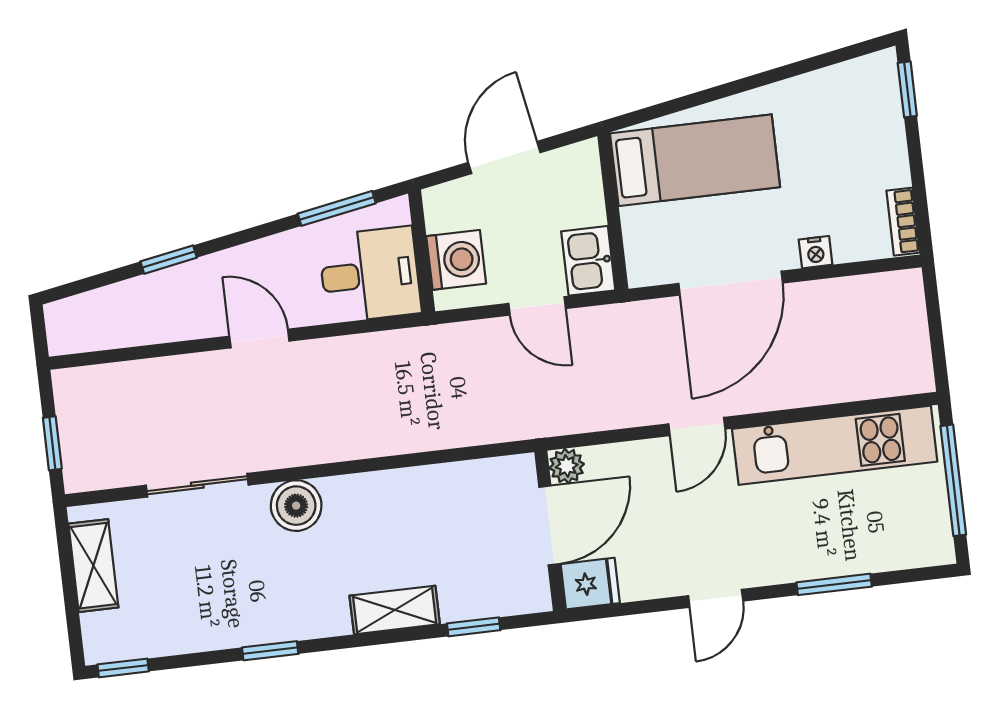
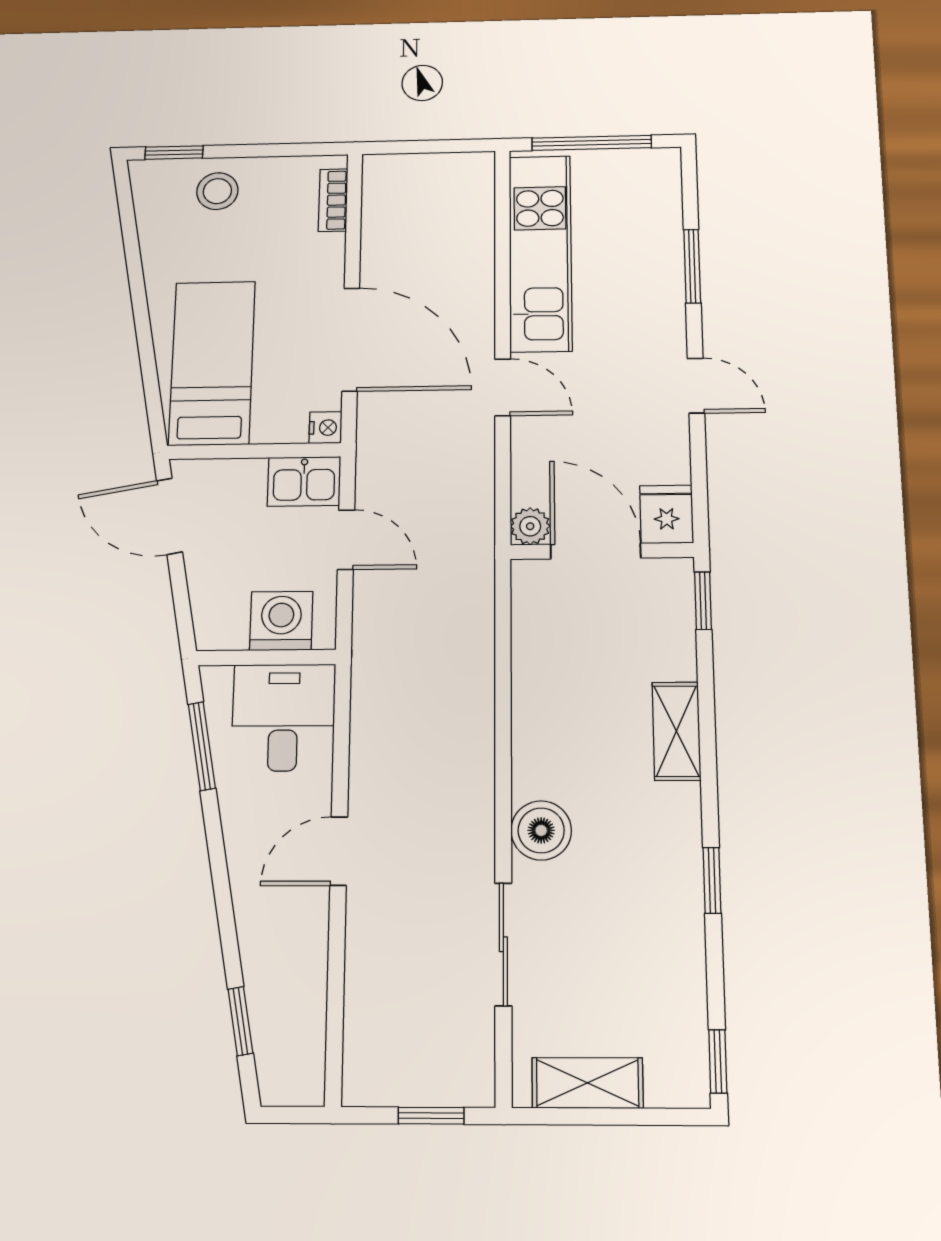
stool: (870, 137) -> (217, 191), added
door: (504, 157) -> (170, 516), moved
bookcase: (903, 222) -> (333, 200), moved, turned 90
nightstand: (816, 252) -> (325, 428), moved
window: (169, 260) -> (240, 1021), moved
door: (537, 306) -> (346, 540), hinge flipped
window: (474, 627) -> (703, 601), moved

